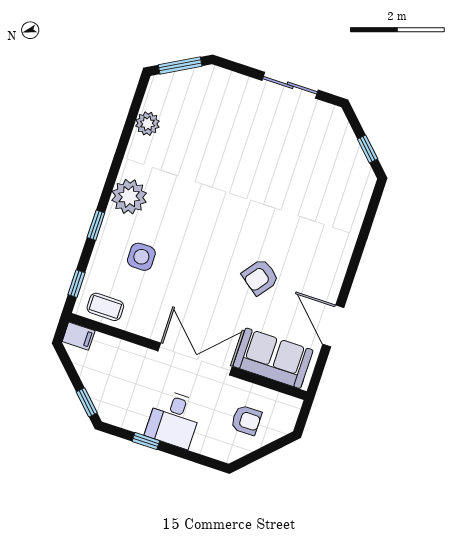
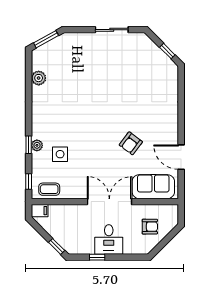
plant: (129, 197) -> (37, 145), moved, width x0.53, depth x0.53

